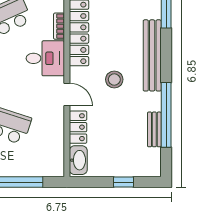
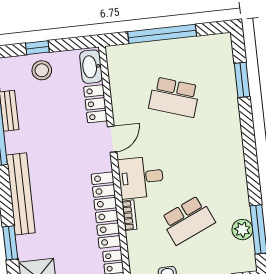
stool: (114, 79) -> (42, 70), moved
door: (67, 94) -> (112, 139), swing flipped

